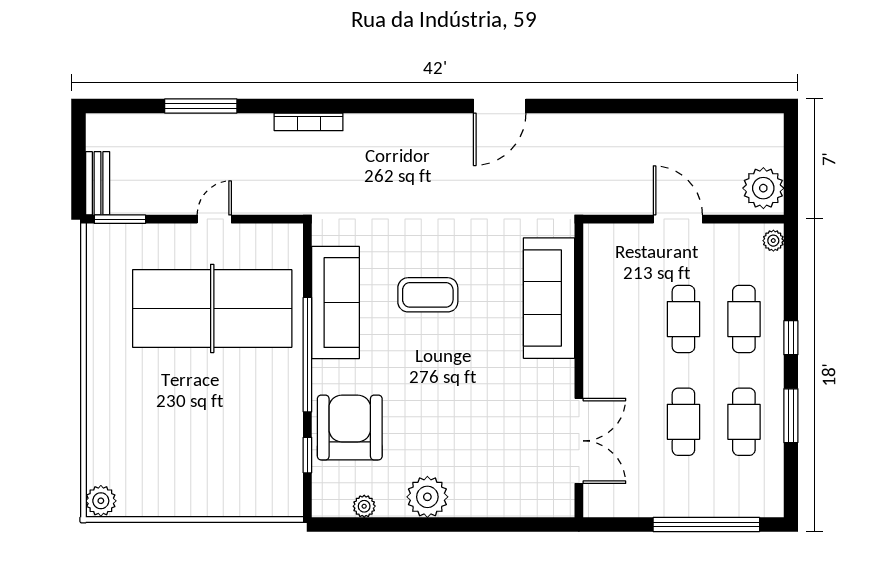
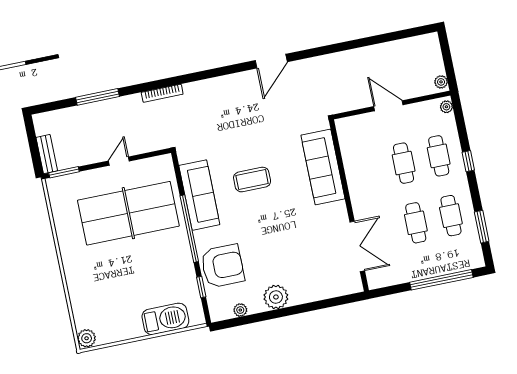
plant: (763, 188) -> (441, 82), width x0.53, depth x0.53
window: (791, 416) -> (482, 227), moved
armchair: (350, 428) -> (223, 266), turned 90
barbecue: (238, 495) -> (165, 319), added

